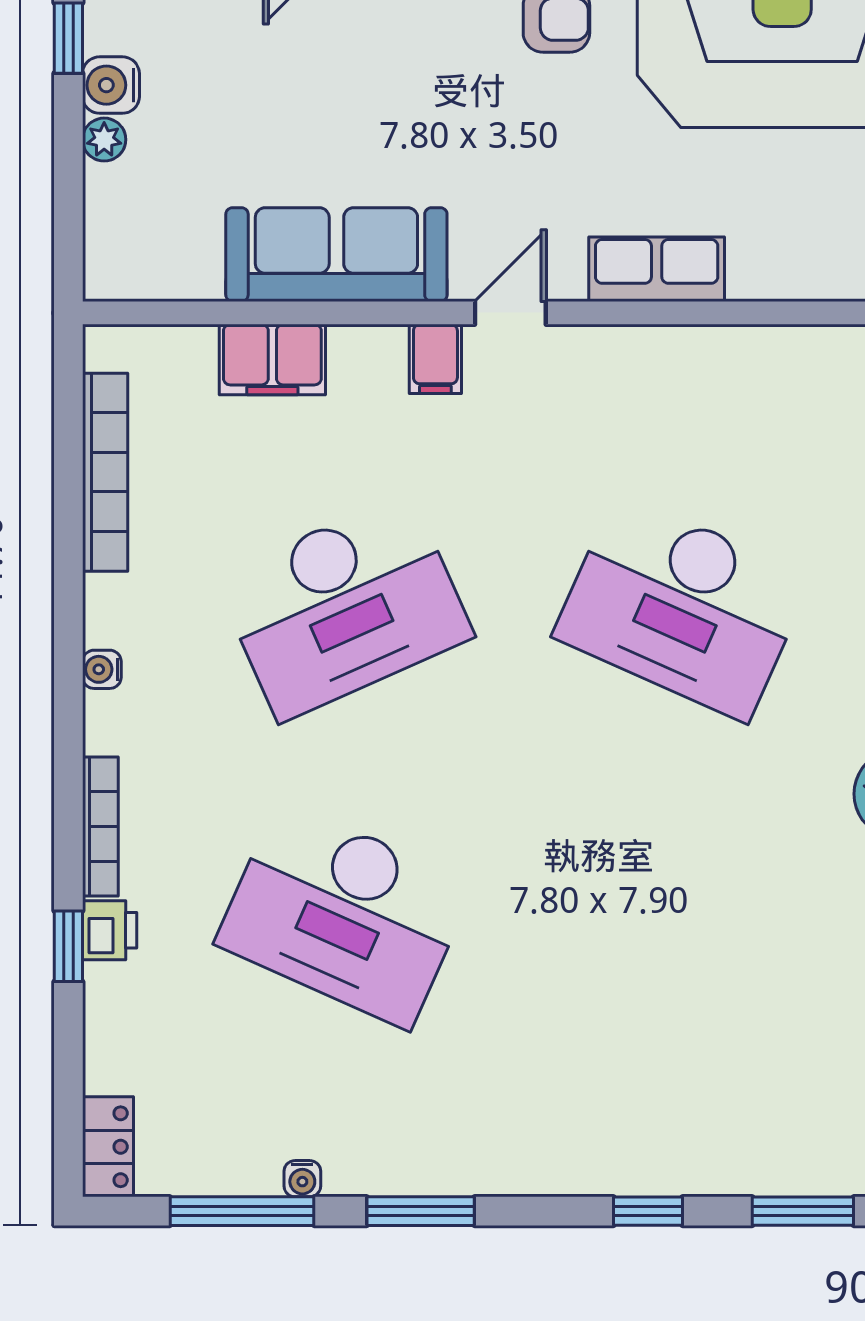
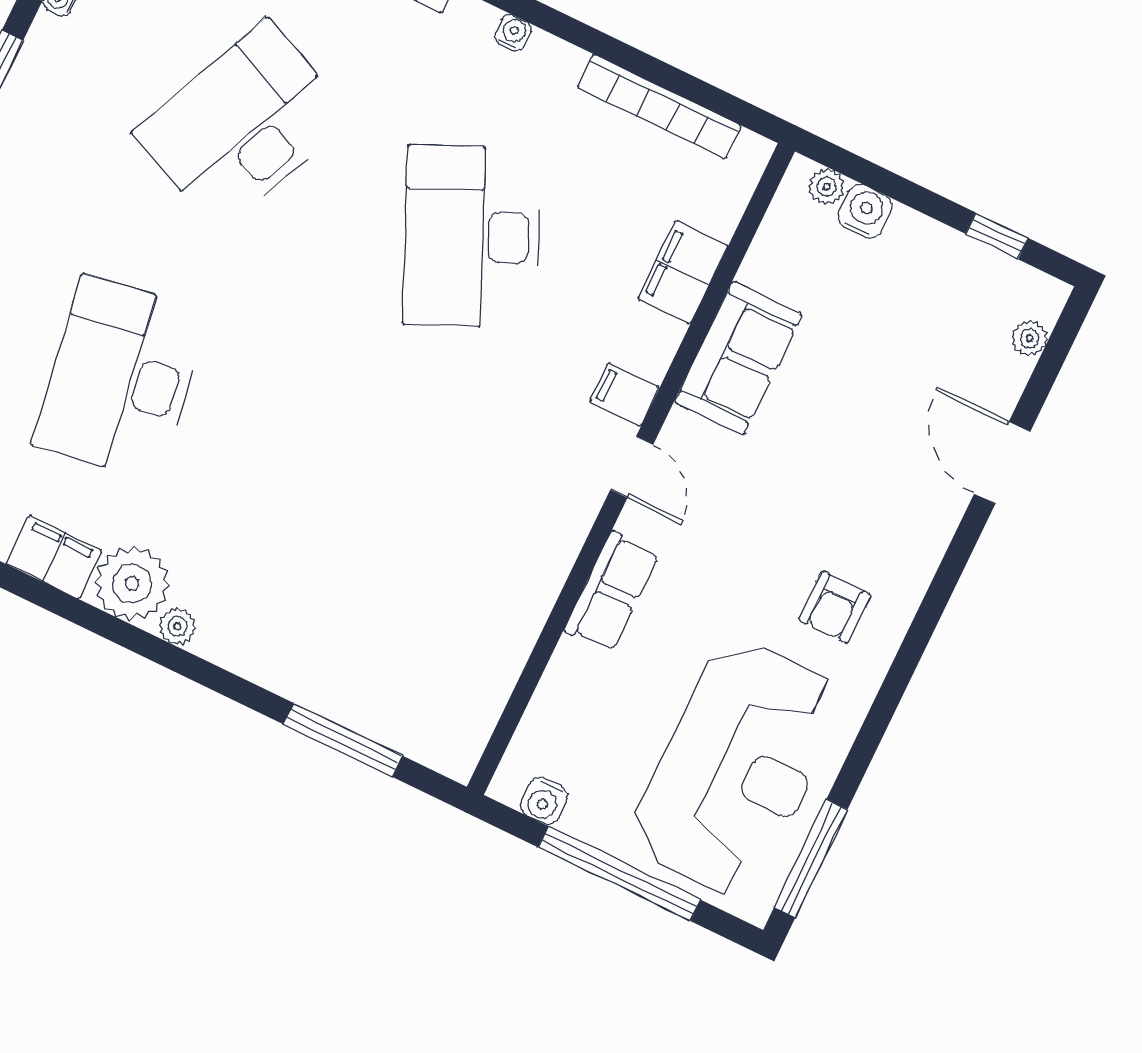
water cooler: (111, 85) -> (865, 211), moved
plant: (104, 140) -> (827, 187), moved
sofa: (336, 255) -> (738, 358), width x0.73
desk: (682, 607) -> (120, 378), moved, turned -33

